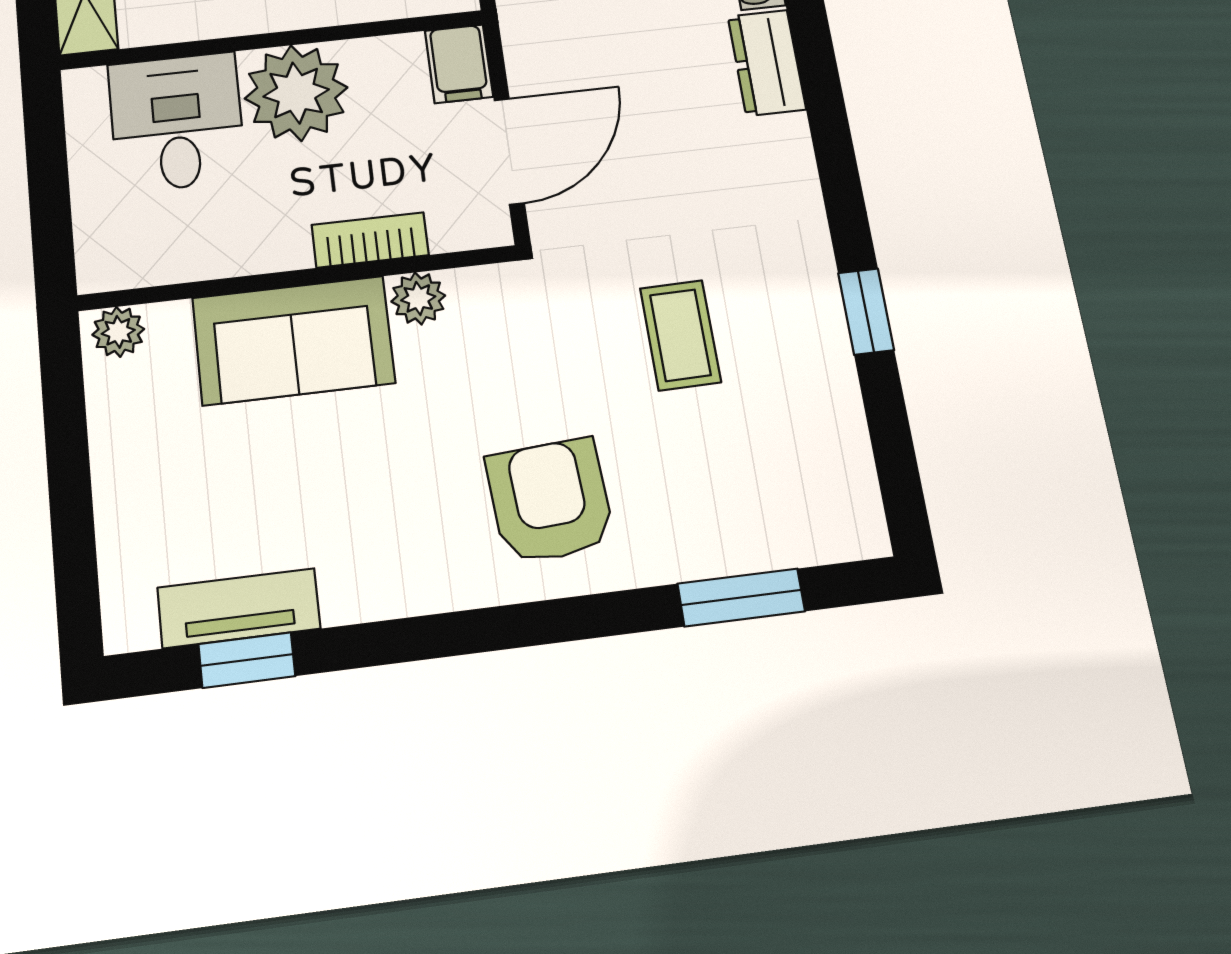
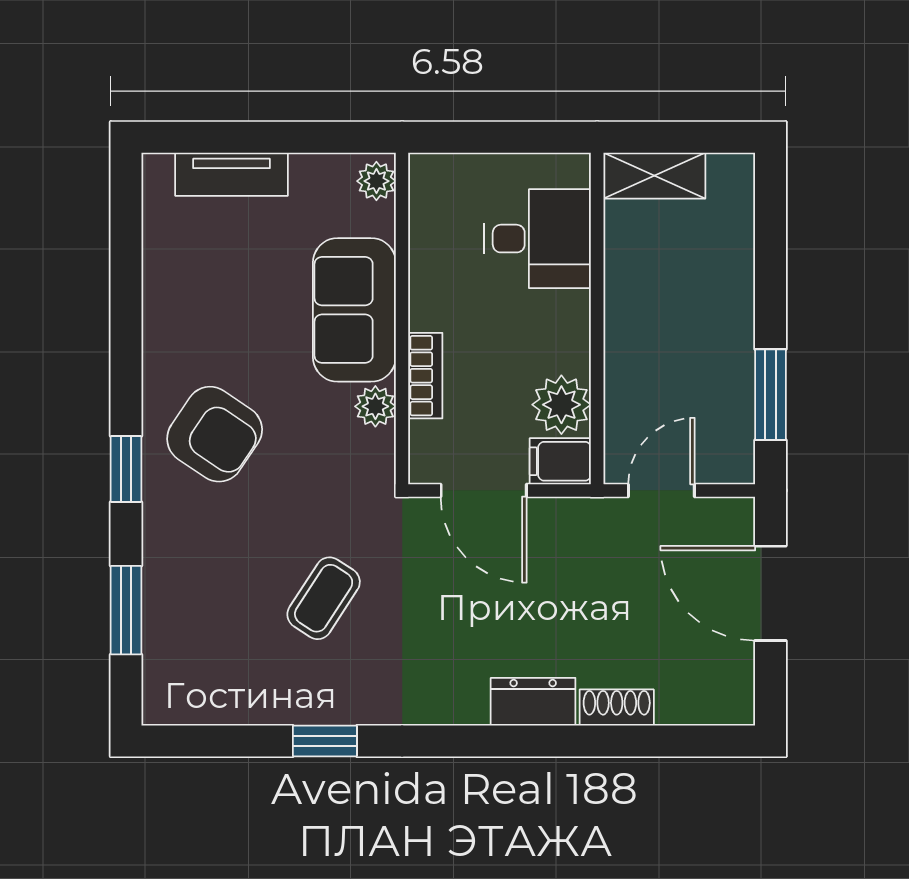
plant: (296, 93) -> (561, 405), moved, width x0.73, depth x0.73
coffee table: (680, 335) -> (324, 598), turned -56
armchair: (550, 501) -> (215, 434), moved, turned 38
tv unit: (239, 608) -> (231, 174), moved, turned 90
window: (247, 660) -> (126, 469), moved

